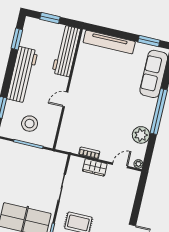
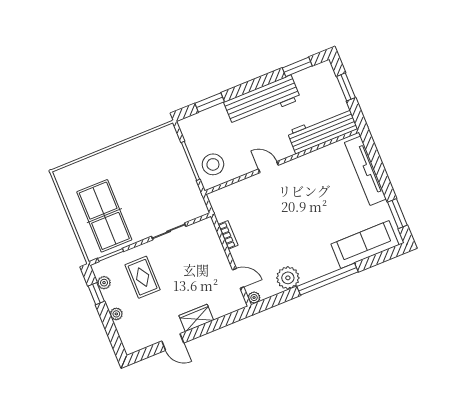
stool: (30, 124) -> (213, 164), moved
wardrobe: (95, 167) -> (196, 318), moved, turned 90

